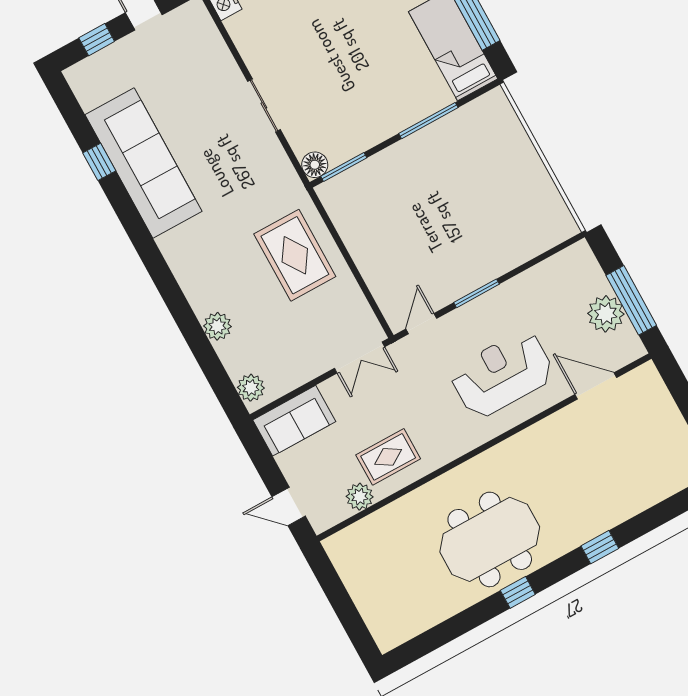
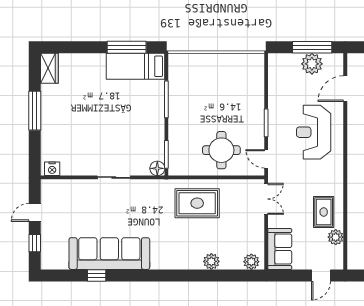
round table: (397, 248) -> (221, 150), added

